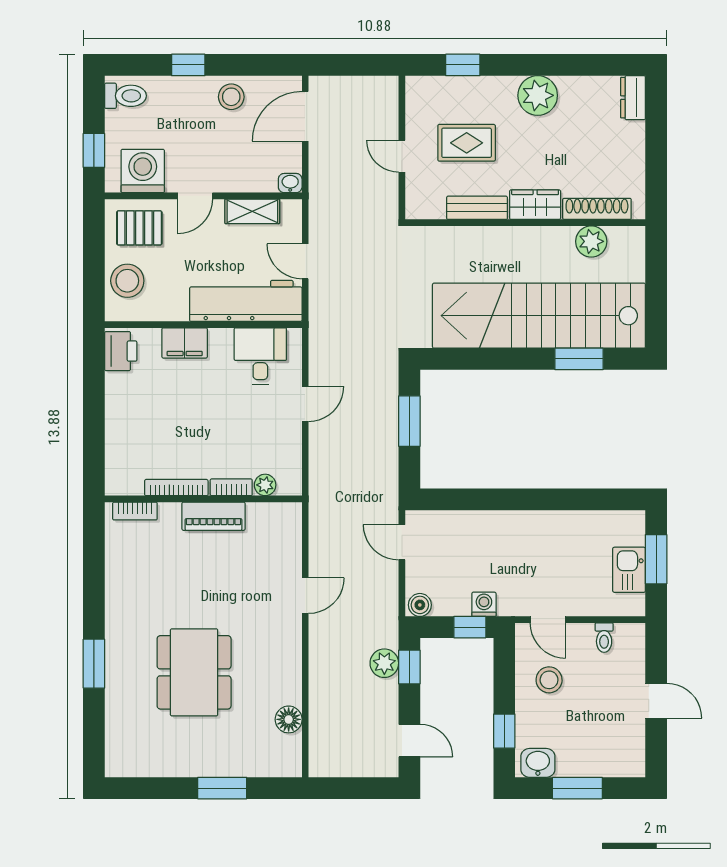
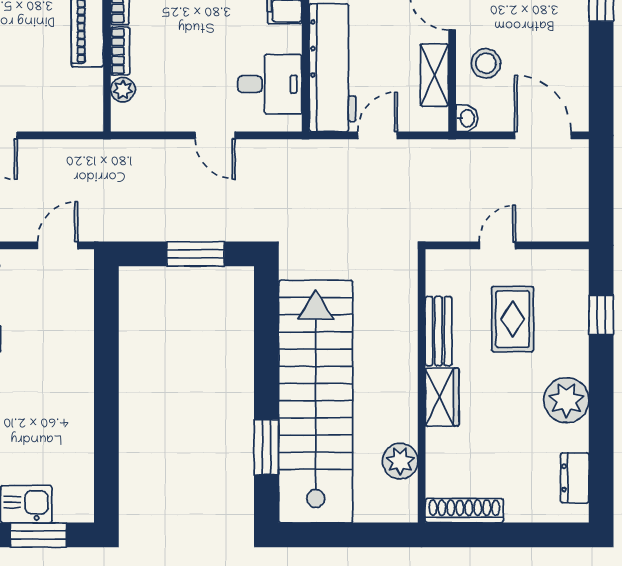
stool: (231, 97) -> (486, 63), moved
dresser: (633, 98) -> (575, 478), moved, turned -90
shoe rack: (597, 209) -> (464, 511), moved, turned -90

